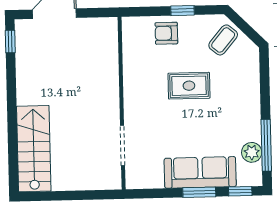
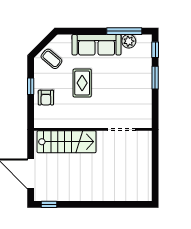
stairs: (34, 149) -> (67, 142), moved, turned 180
sofa: (200, 172) -> (97, 45), moved, turned -90

